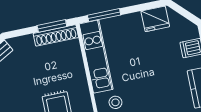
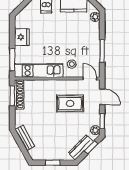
fridge: (155, 19) -> (22, 37), moved

